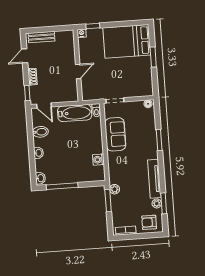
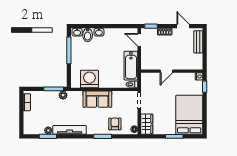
door: (78, 71) -> (166, 71), hinge flipped
wardrobe: (141, 90) -> (147, 124), added
door: (44, 105) -> (139, 40), hinge flipped
bidet: (40, 132) -> (88, 35), moved
sofa: (115, 134) -> (97, 99), moved
washing machine: (98, 160) -> (89, 79), width x1.89, depth x1.89
armchair: (149, 222) -> (115, 124), moved

